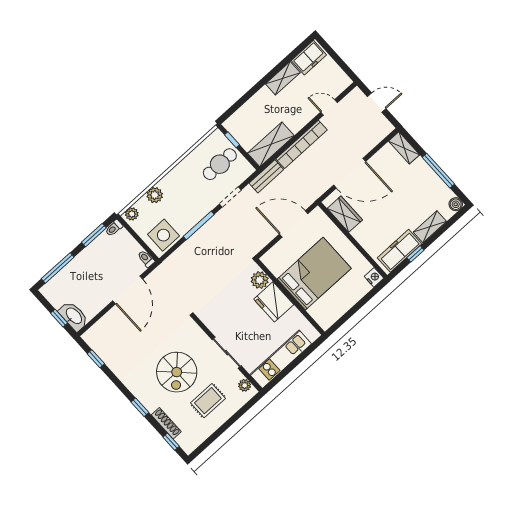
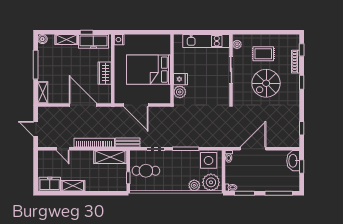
plant: (132, 214) -> (211, 182), width x1.87, depth x1.87
wardrobe: (345, 214) -> (105, 73), moved
fridge: (274, 302) -> (180, 79), width x0.53, depth x0.75
spiral stairs: (177, 372) -> (266, 83), turned 180

